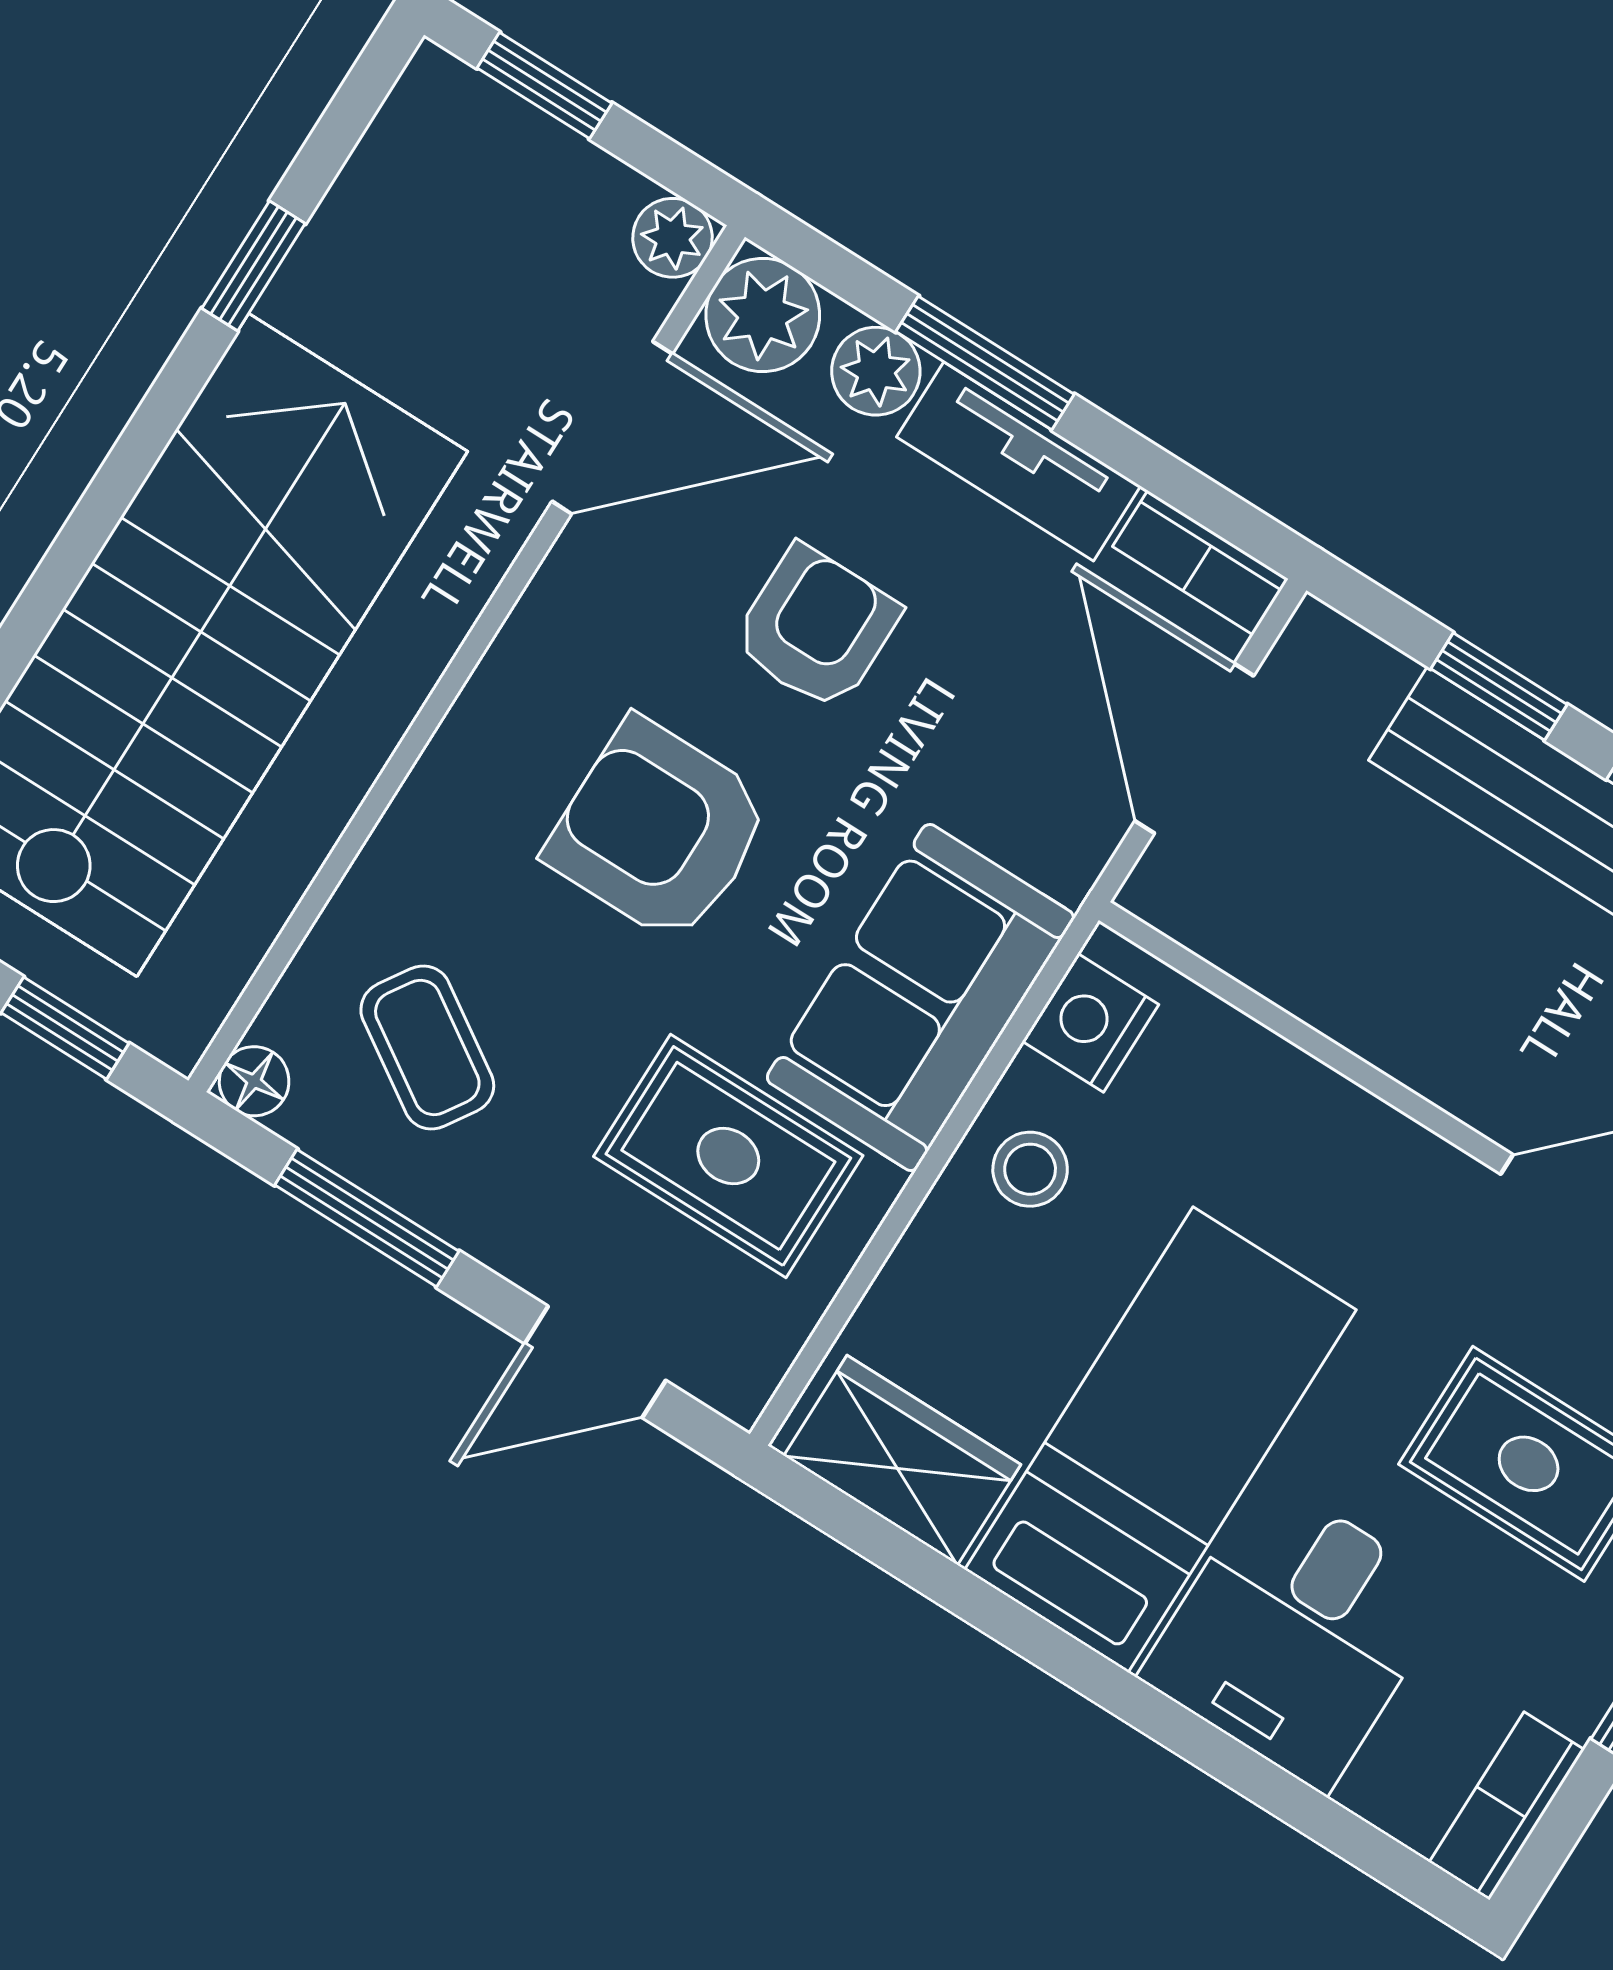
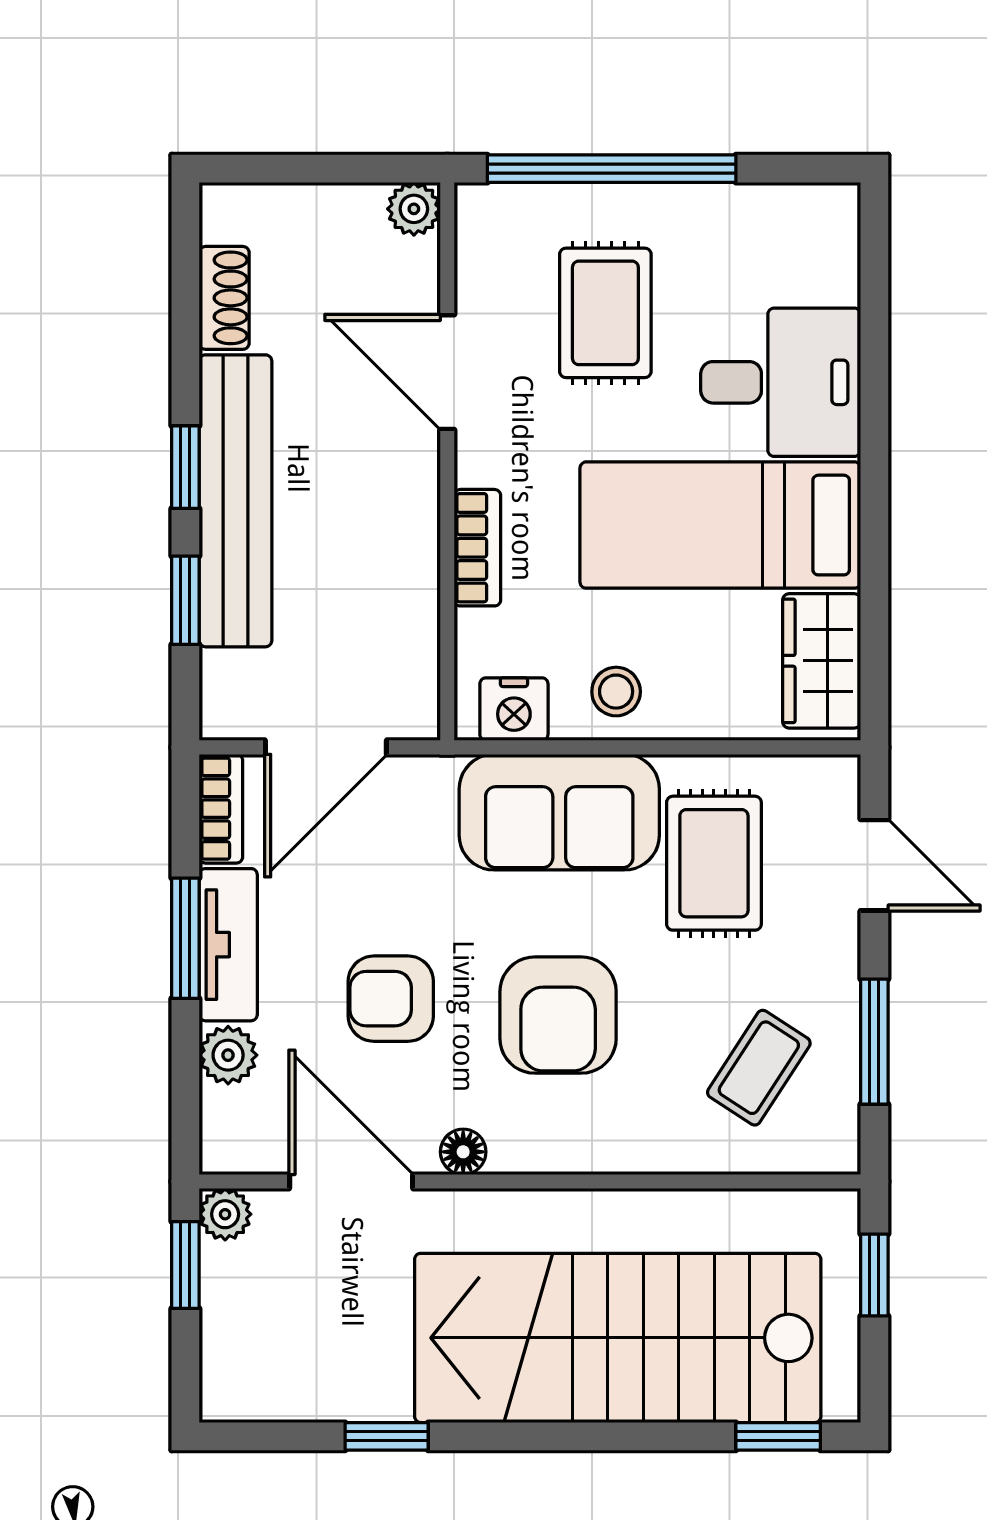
window: (545, 86) -> (185, 1265), moved
plant: (763, 315) -> (236, 1137), removed
window: (985, 363) -> (185, 938), moved
floor lamp: (254, 1081) -> (463, 1152), moved
bookcase: (1507, 1806) -> (477, 548), moved, turned -90

